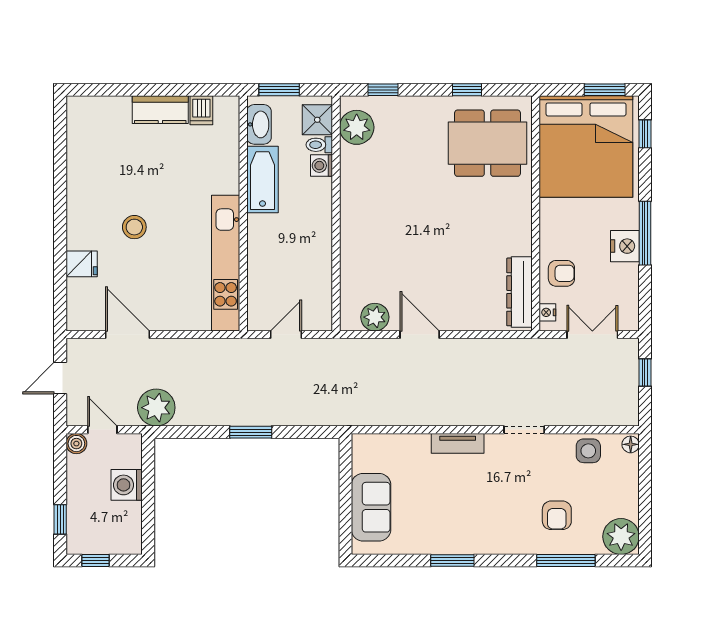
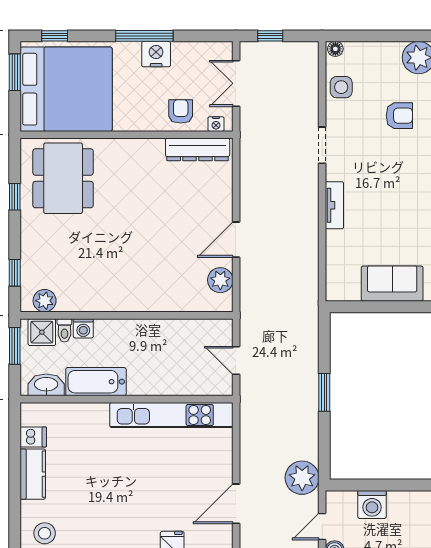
window: (279, 90) -> (15, 346), moved
plant: (357, 127) -> (45, 301), width x0.73, depth x0.73
stool: (134, 227) -> (45, 533), moved

